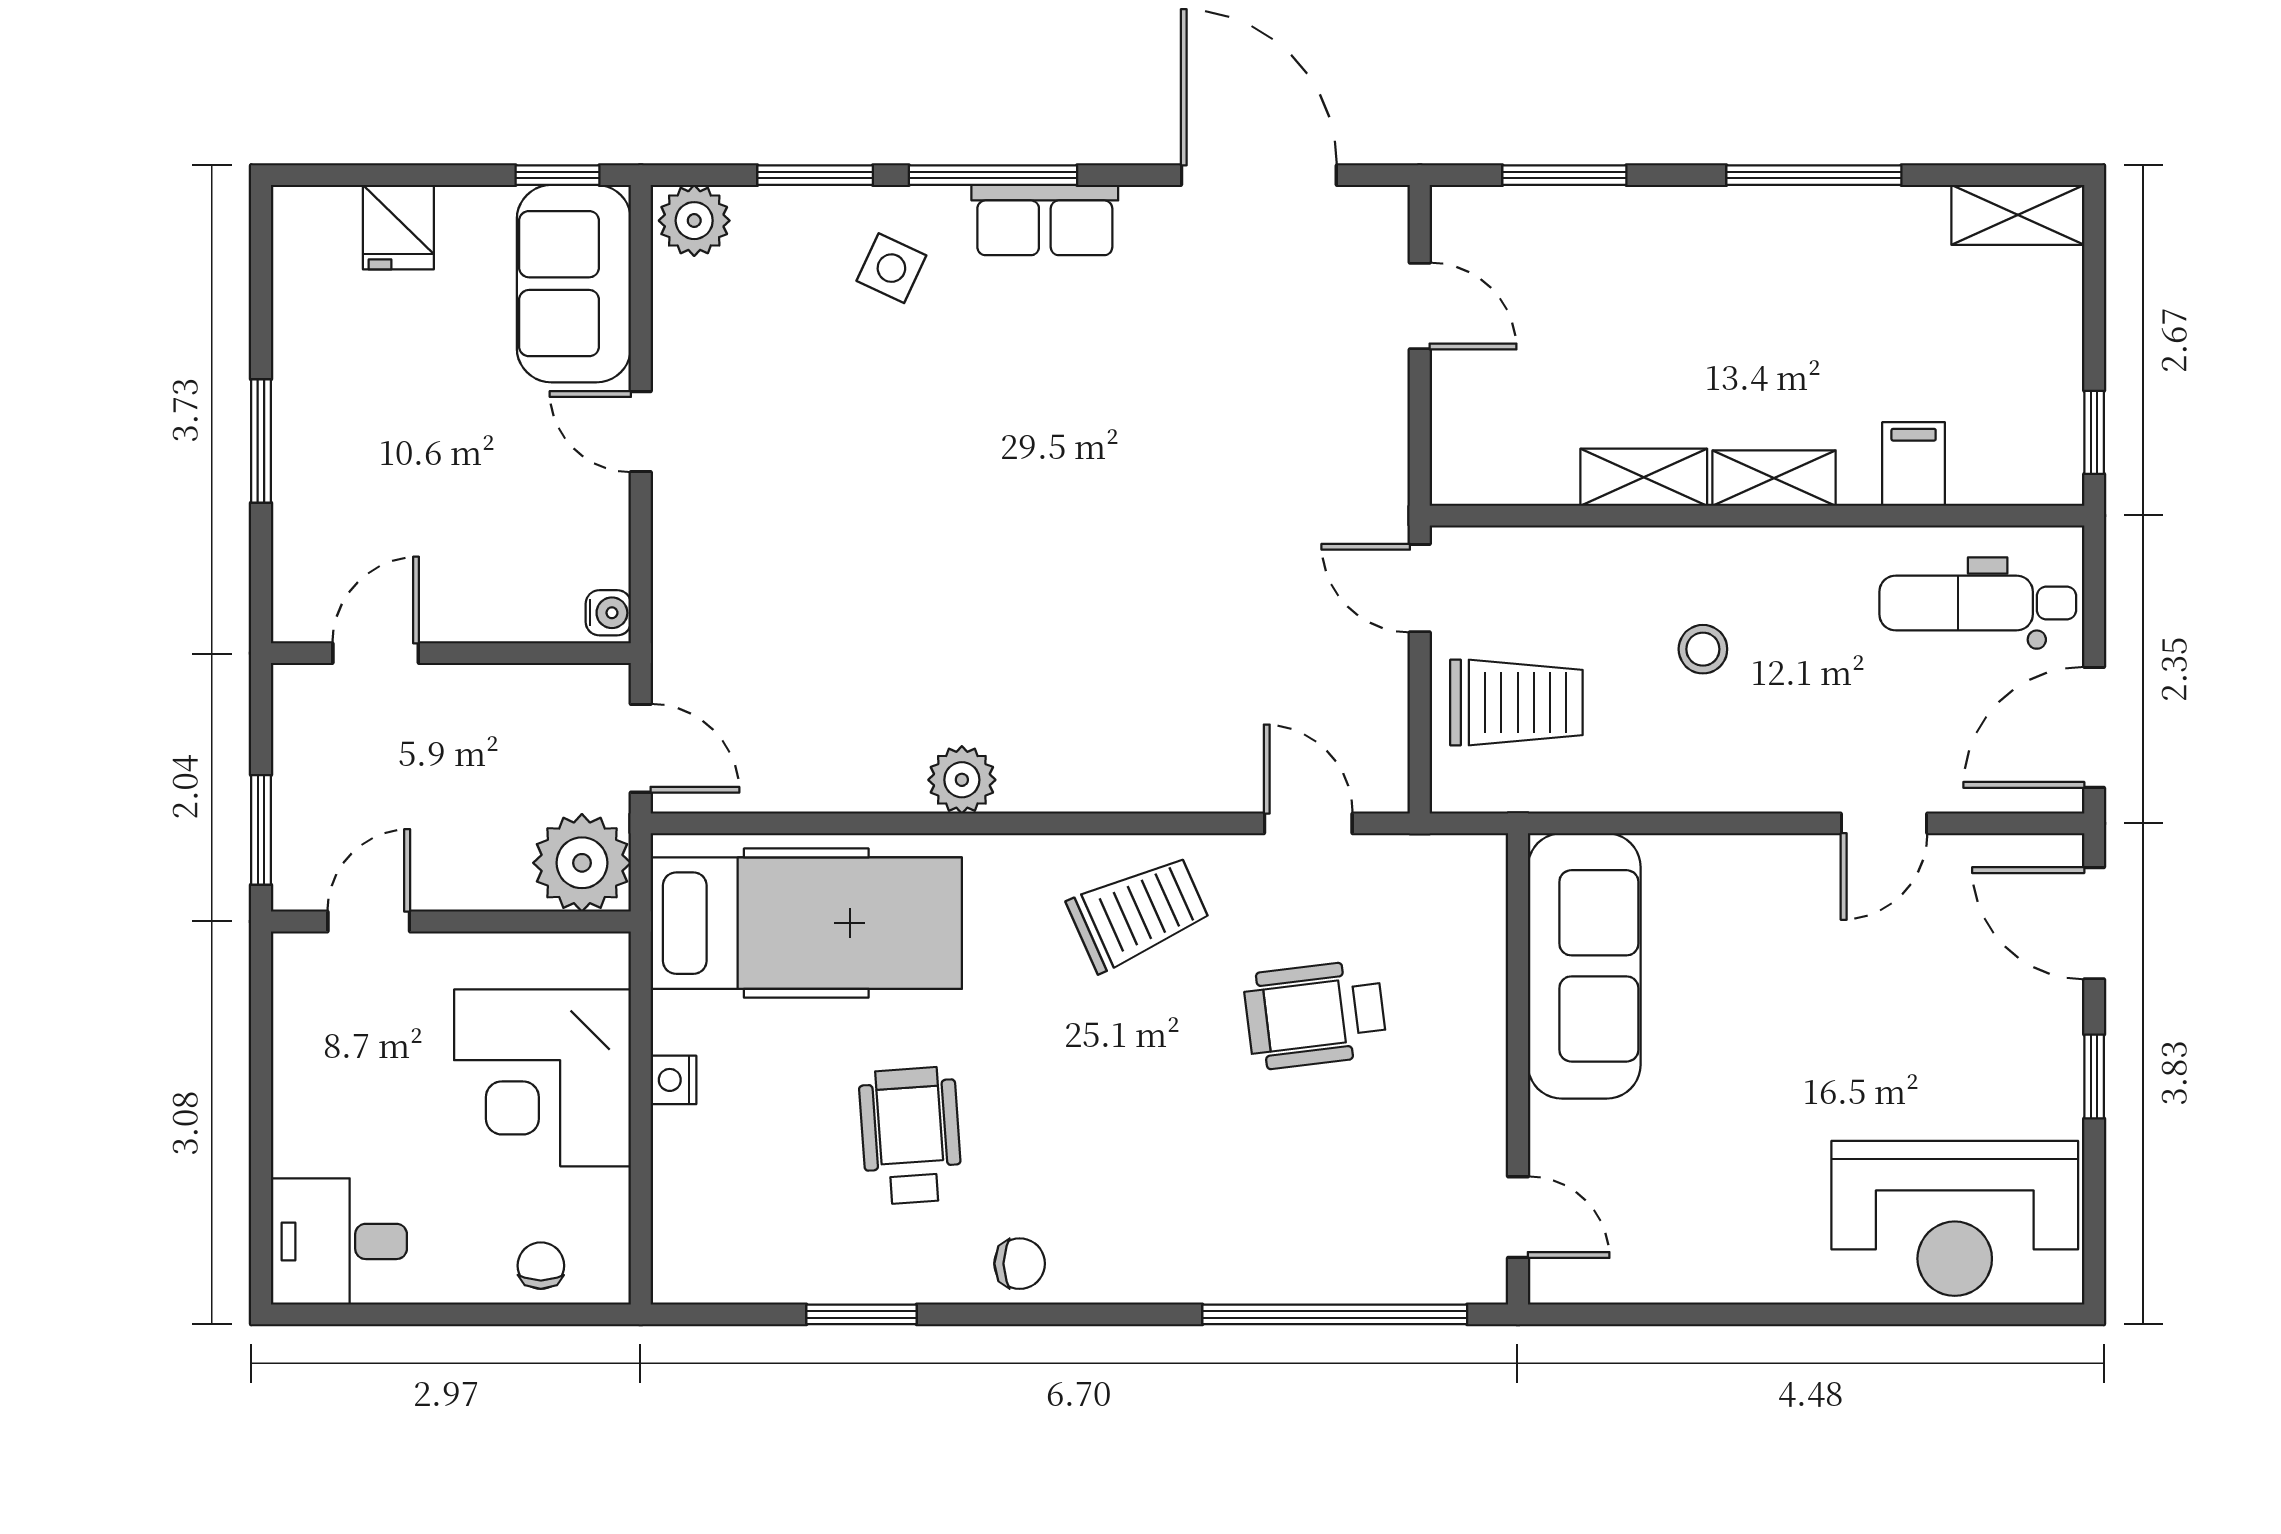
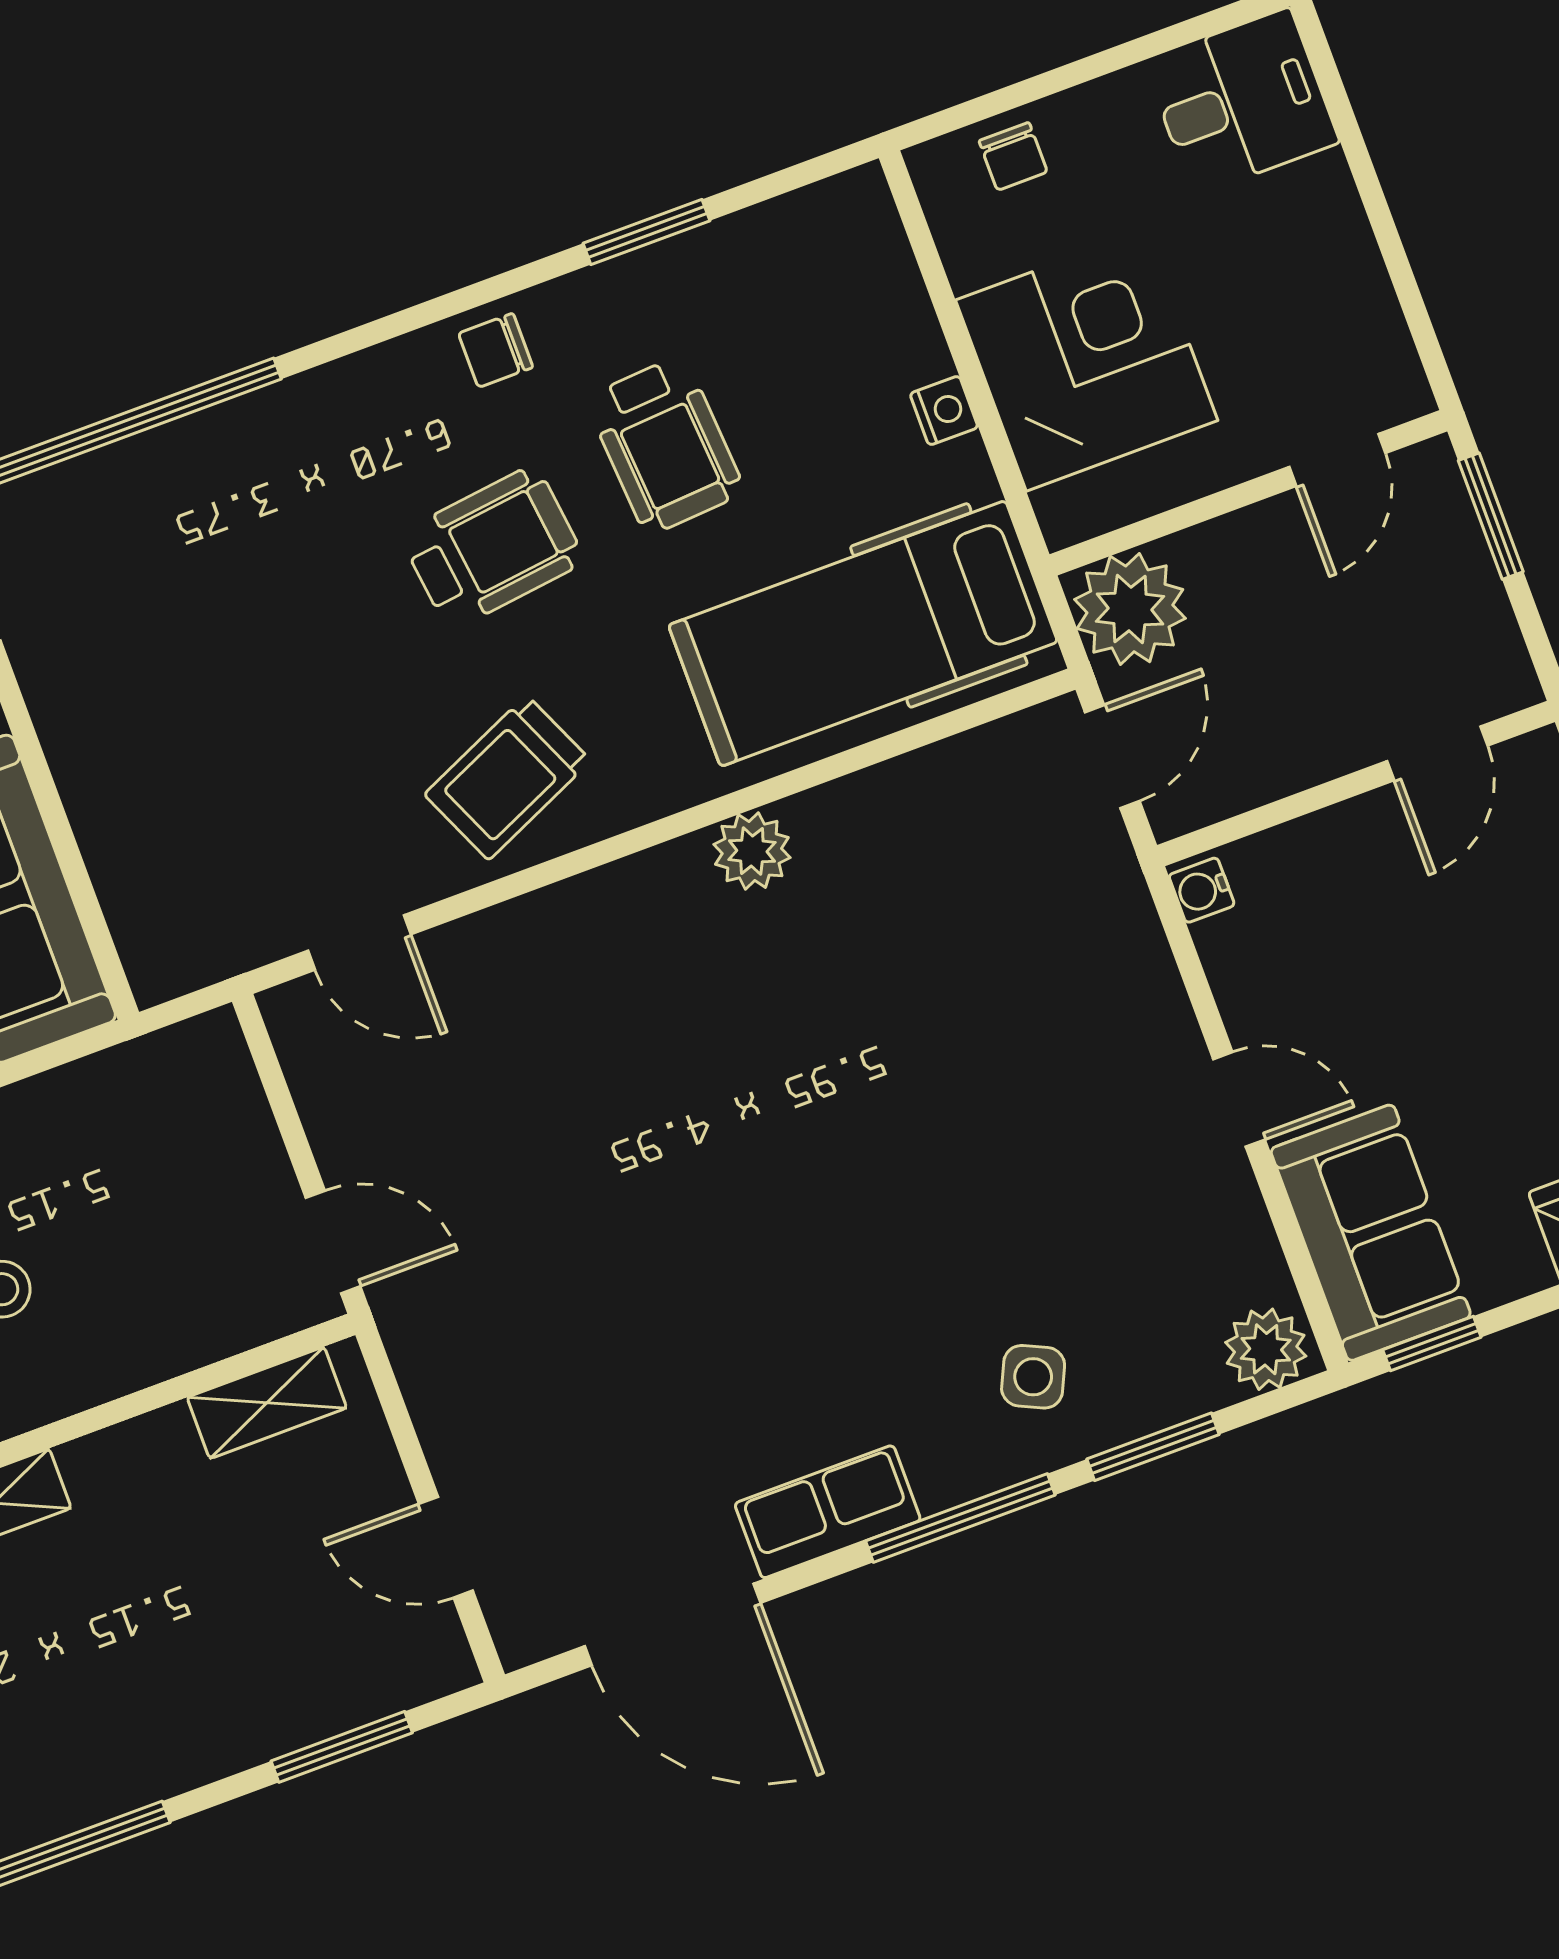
row of seats: (1045, 220) -> (828, 1512), moved
shelving: (1644, 477) -> (267, 1403), moved
trolley: (1516, 703) -> (182, 1157), removed
door: (641, 748) -> (1112, 757), swing flipped
wheelchair: (1315, 1015) -> (492, 548), moved

